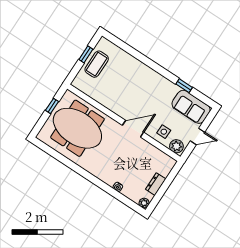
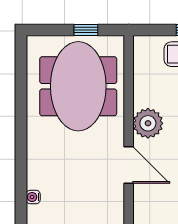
plant: (119, 106) -> (148, 123), added
side table: (164, 132) -> (153, 211), removed

